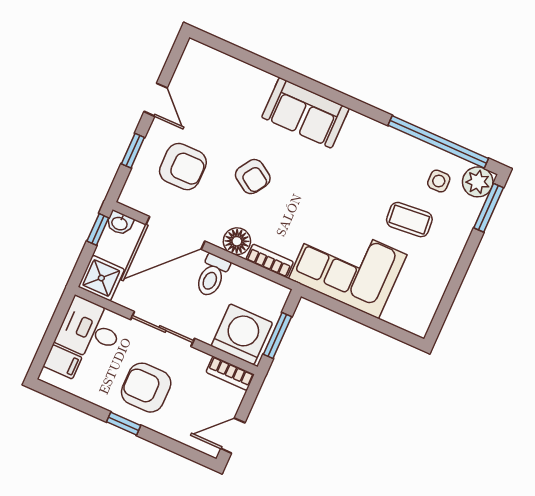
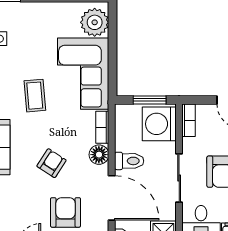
coffee table: (409, 220) -> (35, 96), moved
plant: (406, 310) -> (95, 22), added

